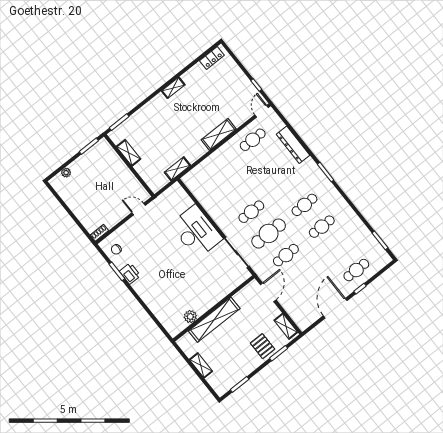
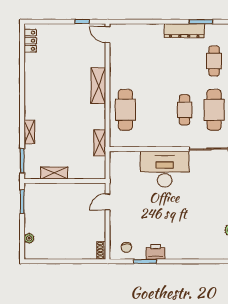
shelving: (173, 88) -> (29, 132), moved
cafe table: (253, 140) -> (125, 110), moved, width x1.37, depth x1.35
dresser: (293, 145) -> (184, 31), moved

